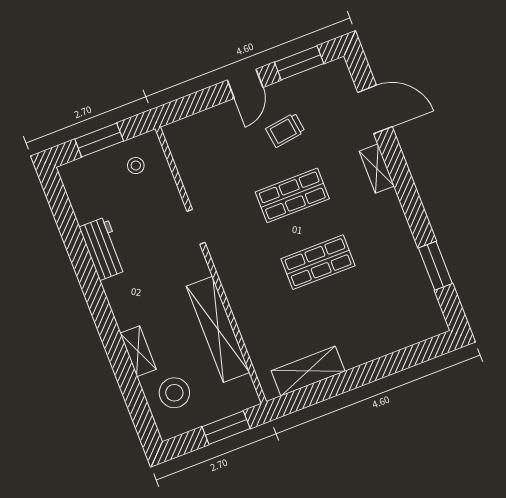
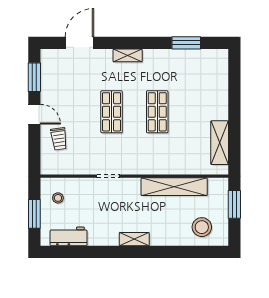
trolley: (285, 130) -> (59, 139), moved
shelving: (377, 169) -> (128, 55), moved
workbench: (103, 249) -> (69, 236), moved
shelving: (138, 351) -> (134, 239), moved

